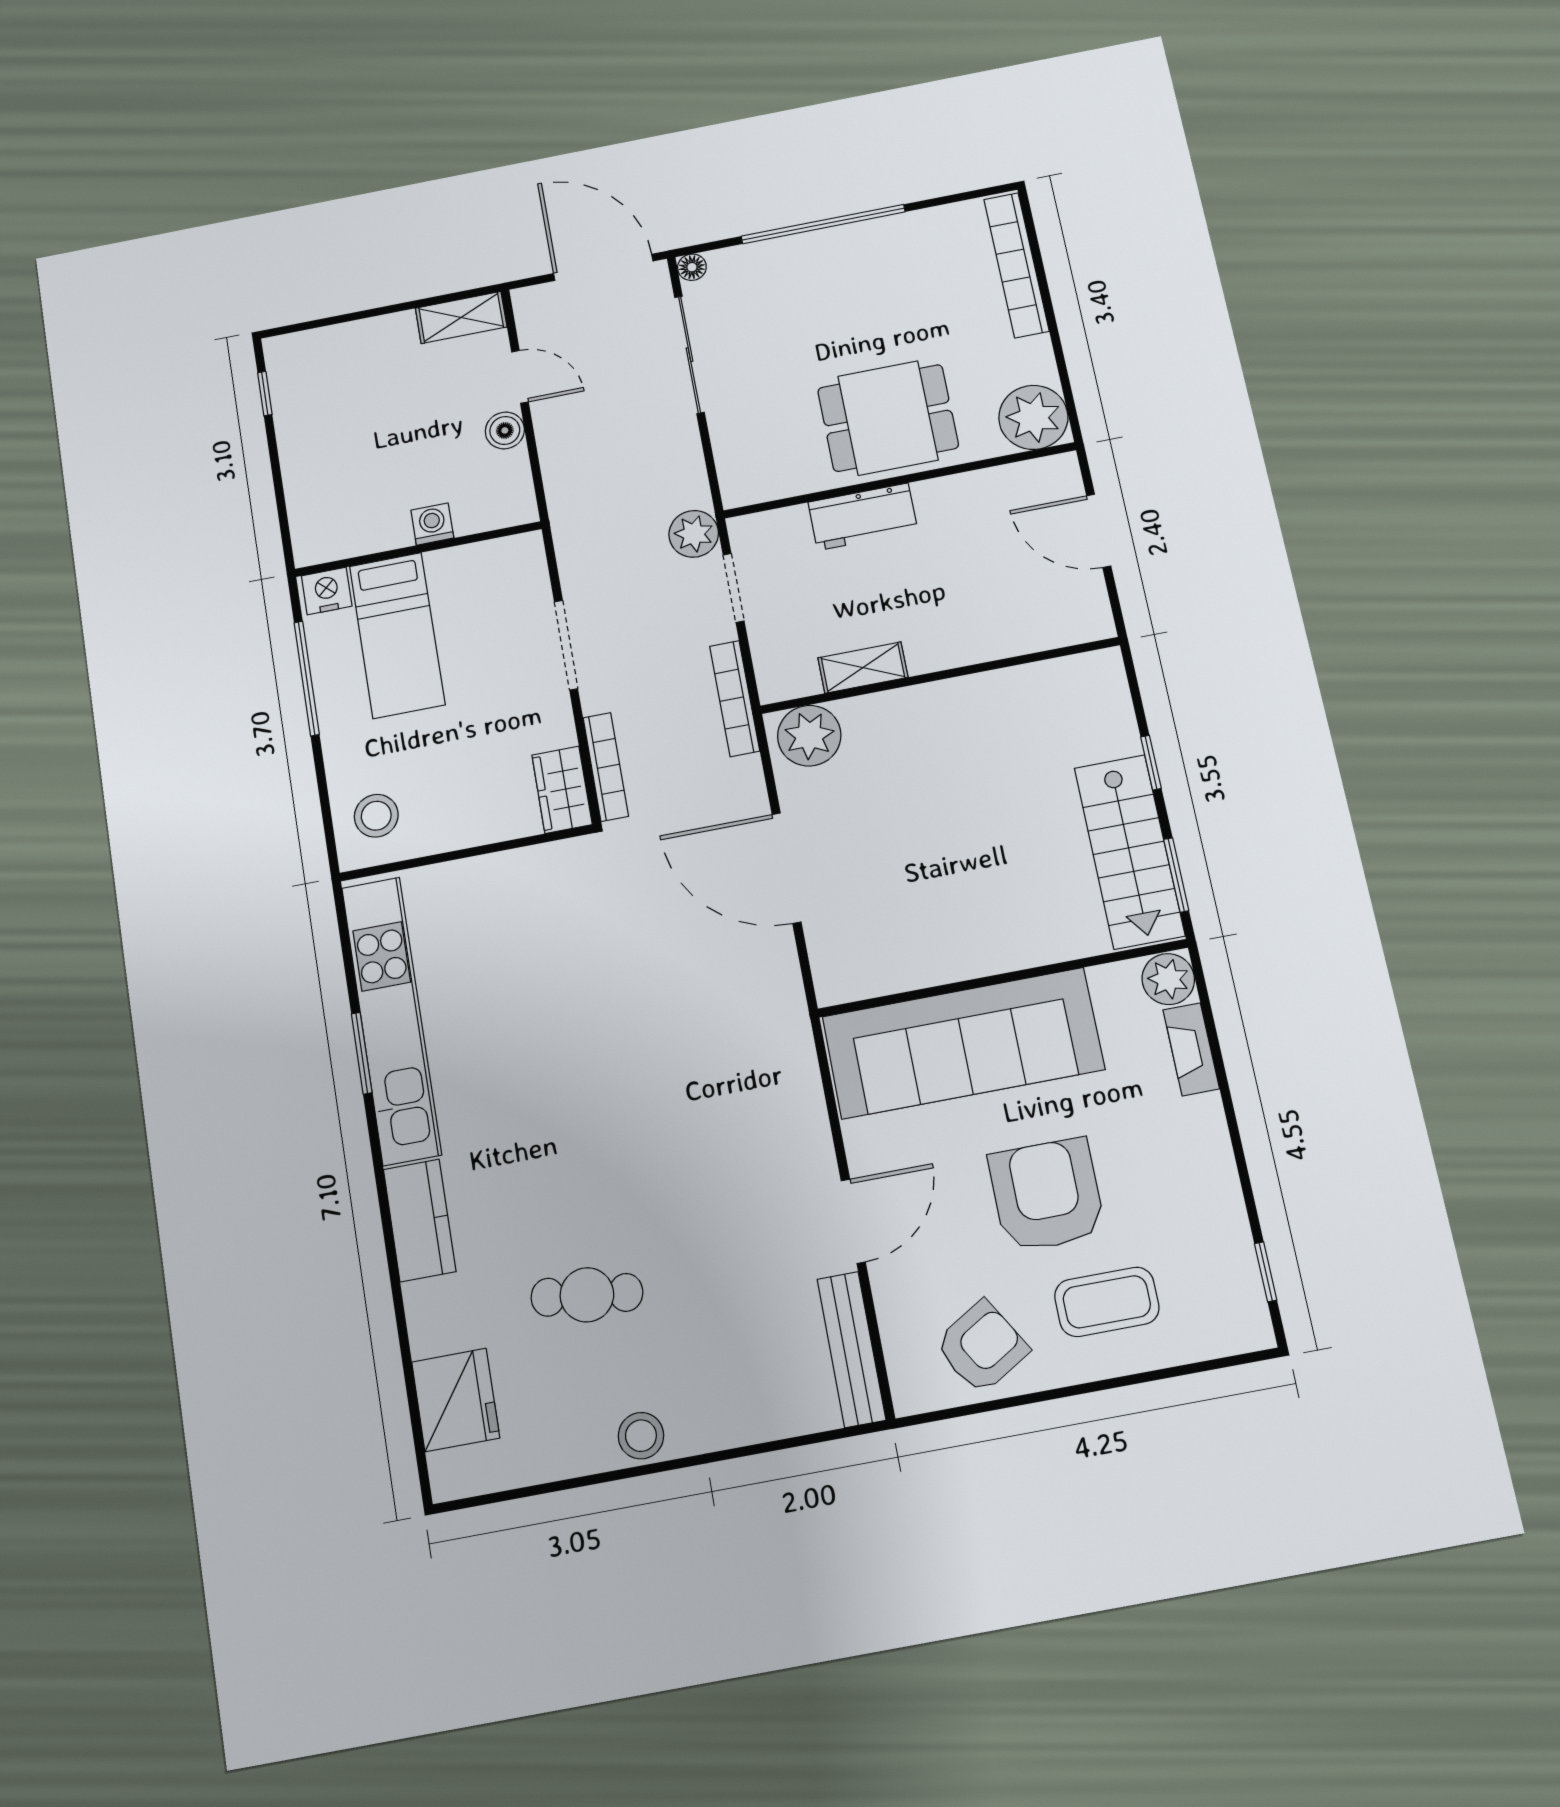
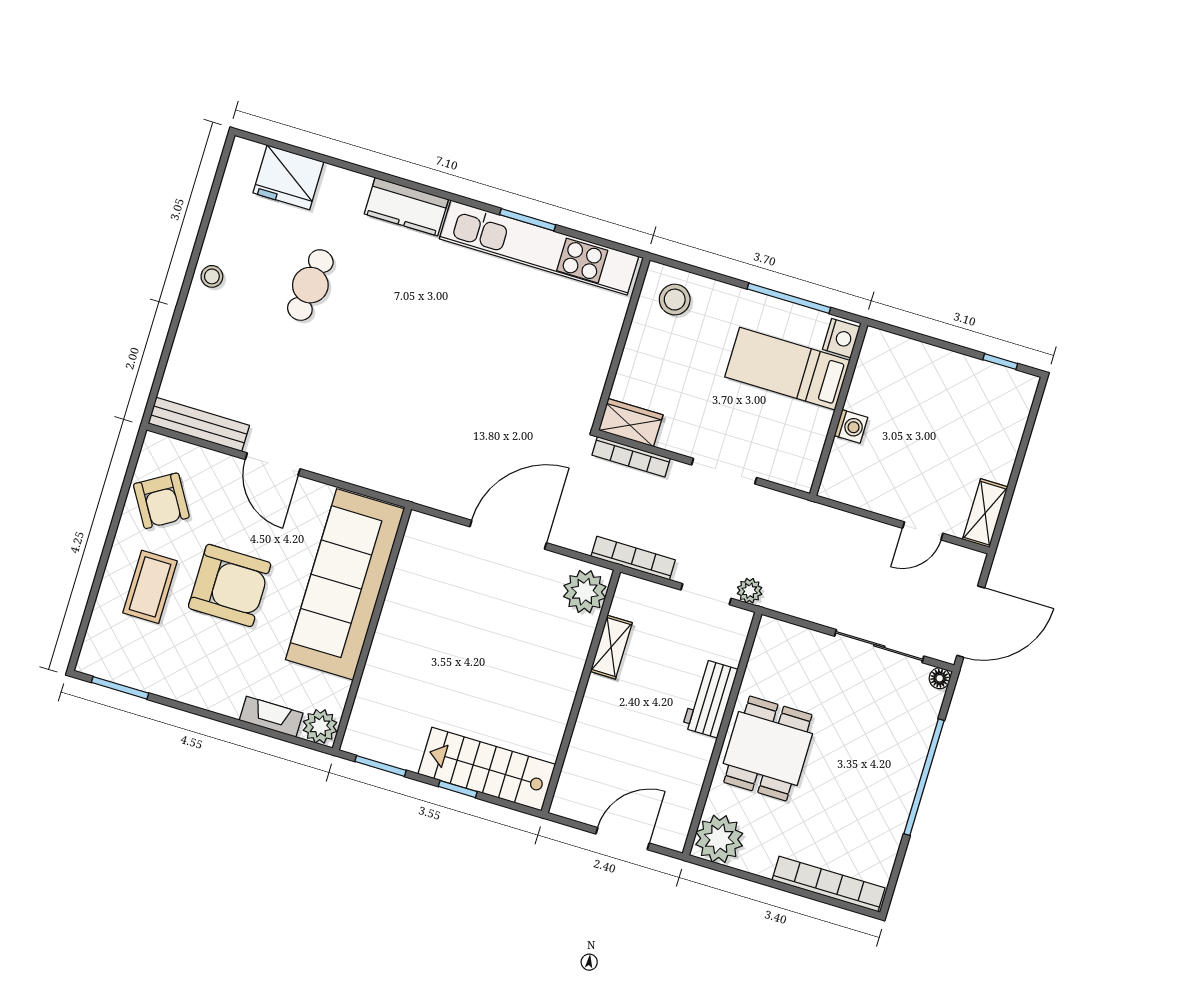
boiler: (505, 430) -> (891, 503), removed
plant: (694, 534) -> (750, 591), width x0.73, depth x0.73
stairs: (1129, 851) -> (487, 769), moved
window: (1266, 1272) -> (120, 688), width x1.50
stool: (641, 1436) -> (212, 276), width x0.73, depth x0.73

